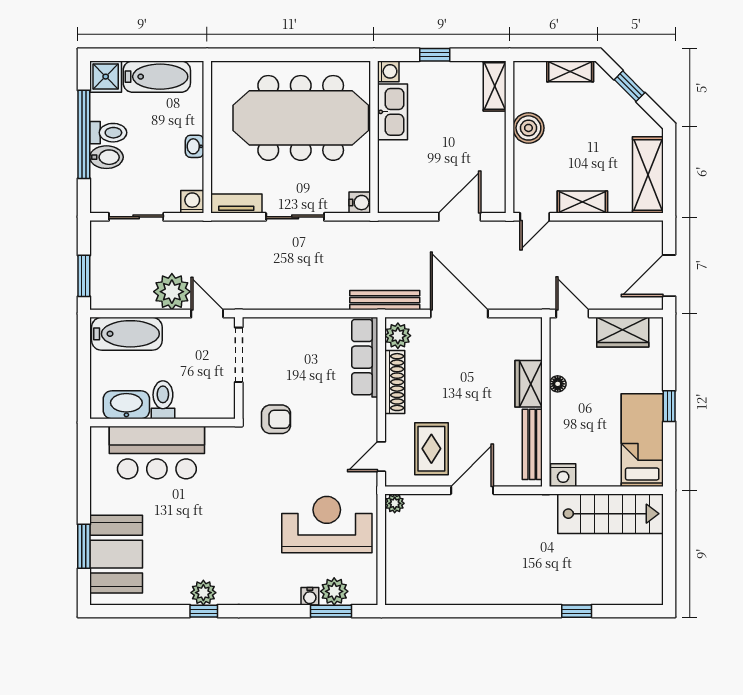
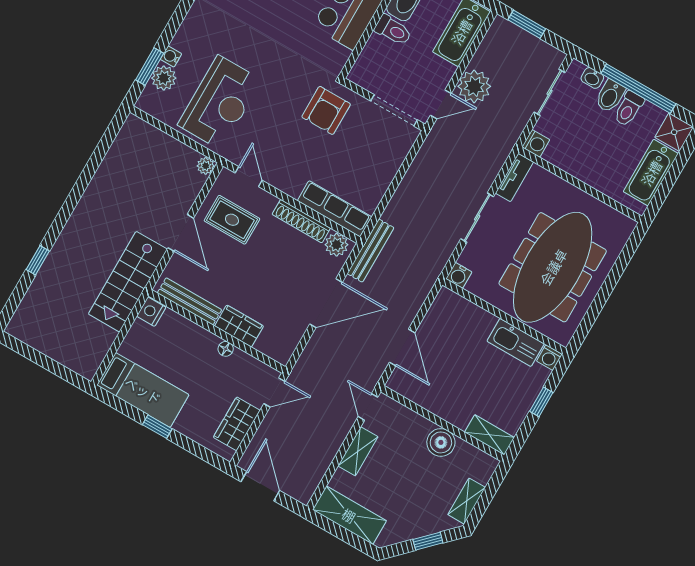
washbasin: (195, 146) -> (592, 78), moved, turned 180
armchair: (276, 419) -> (326, 110), width x1.38, depth x1.38
stairs: (610, 514) -> (128, 282), moved

